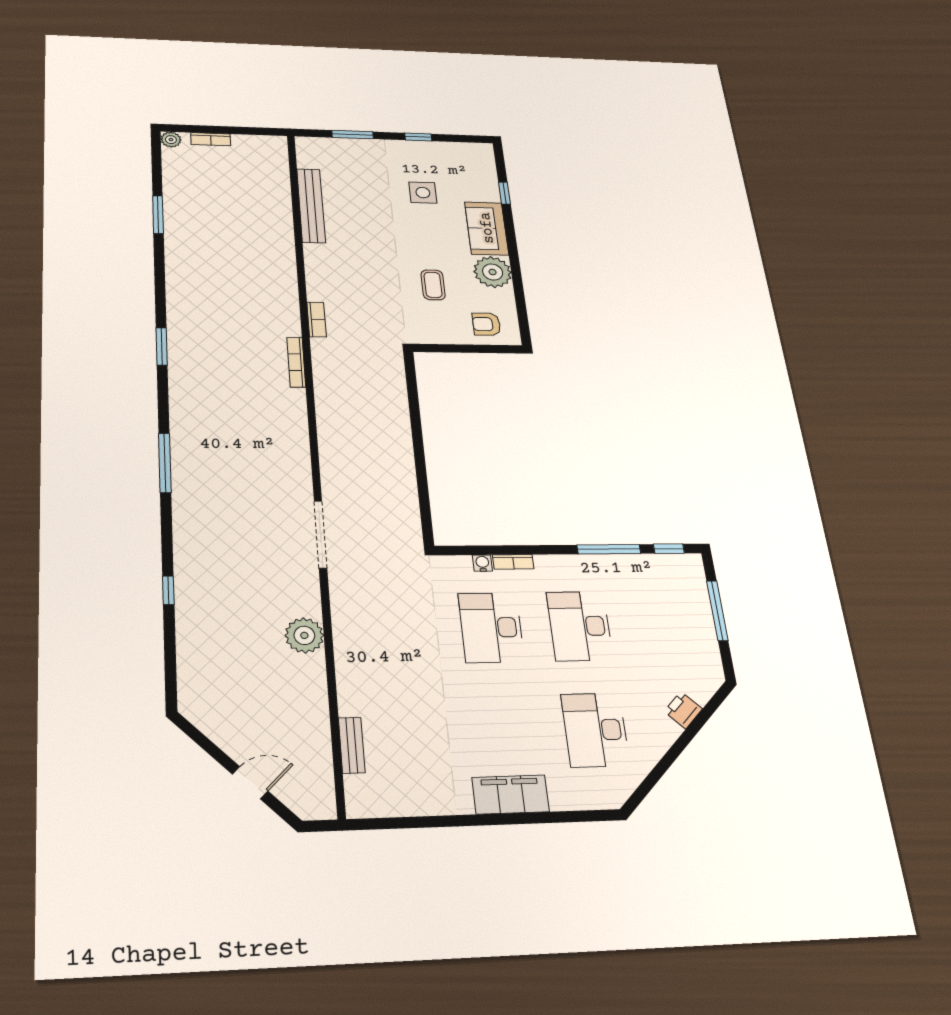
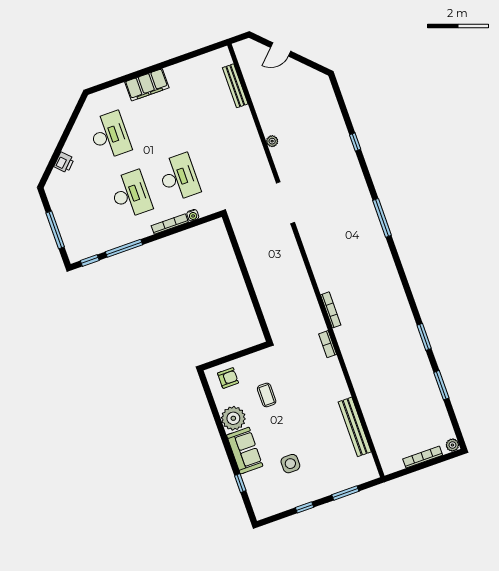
bookcase: (211, 139) -> (423, 457), width x1.56
window: (162, 346) -> (424, 337), moved
bookcase: (513, 562) -> (170, 224), width x1.56
plant: (304, 635) -> (272, 141), width x0.53, depth x0.53
bench: (352, 745) -> (235, 86), width x1.36

